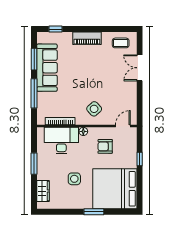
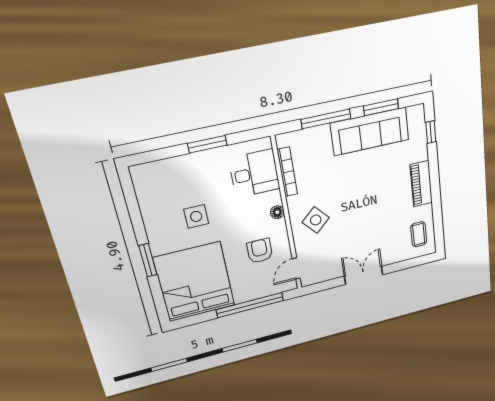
double door: (140, 68) -> (364, 275), moved
door: (123, 126) -> (296, 269), swing flipped
desk: (61, 141) -> (254, 174), width x0.73
window: (140, 159) -> (250, 305), width x3.17
wardrobe: (43, 191) -> (162, 170), removed

